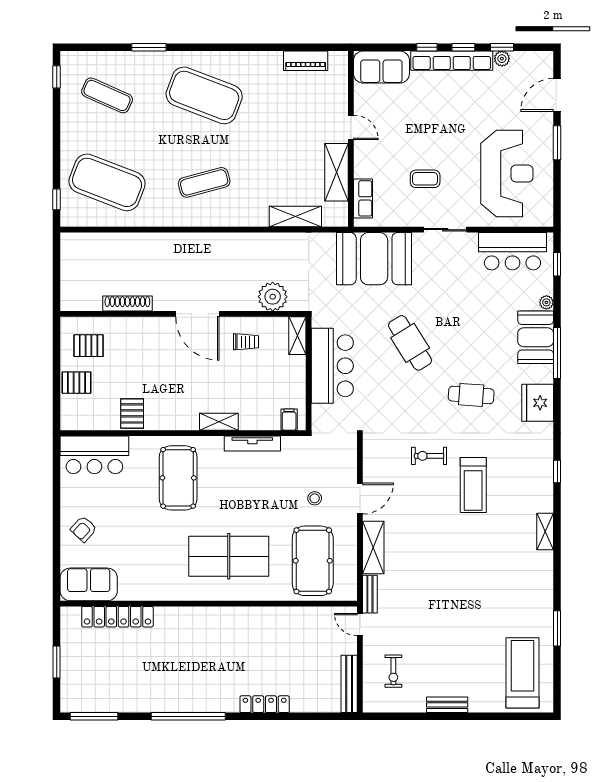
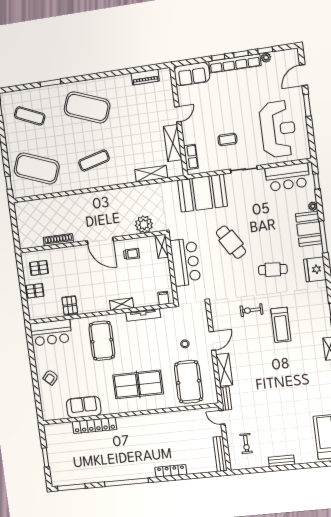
door: (351, 127) -> (178, 114), hinge flipped
sofa: (89, 584) -> (84, 407), moved
locker: (117, 617) -> (94, 425), moved

